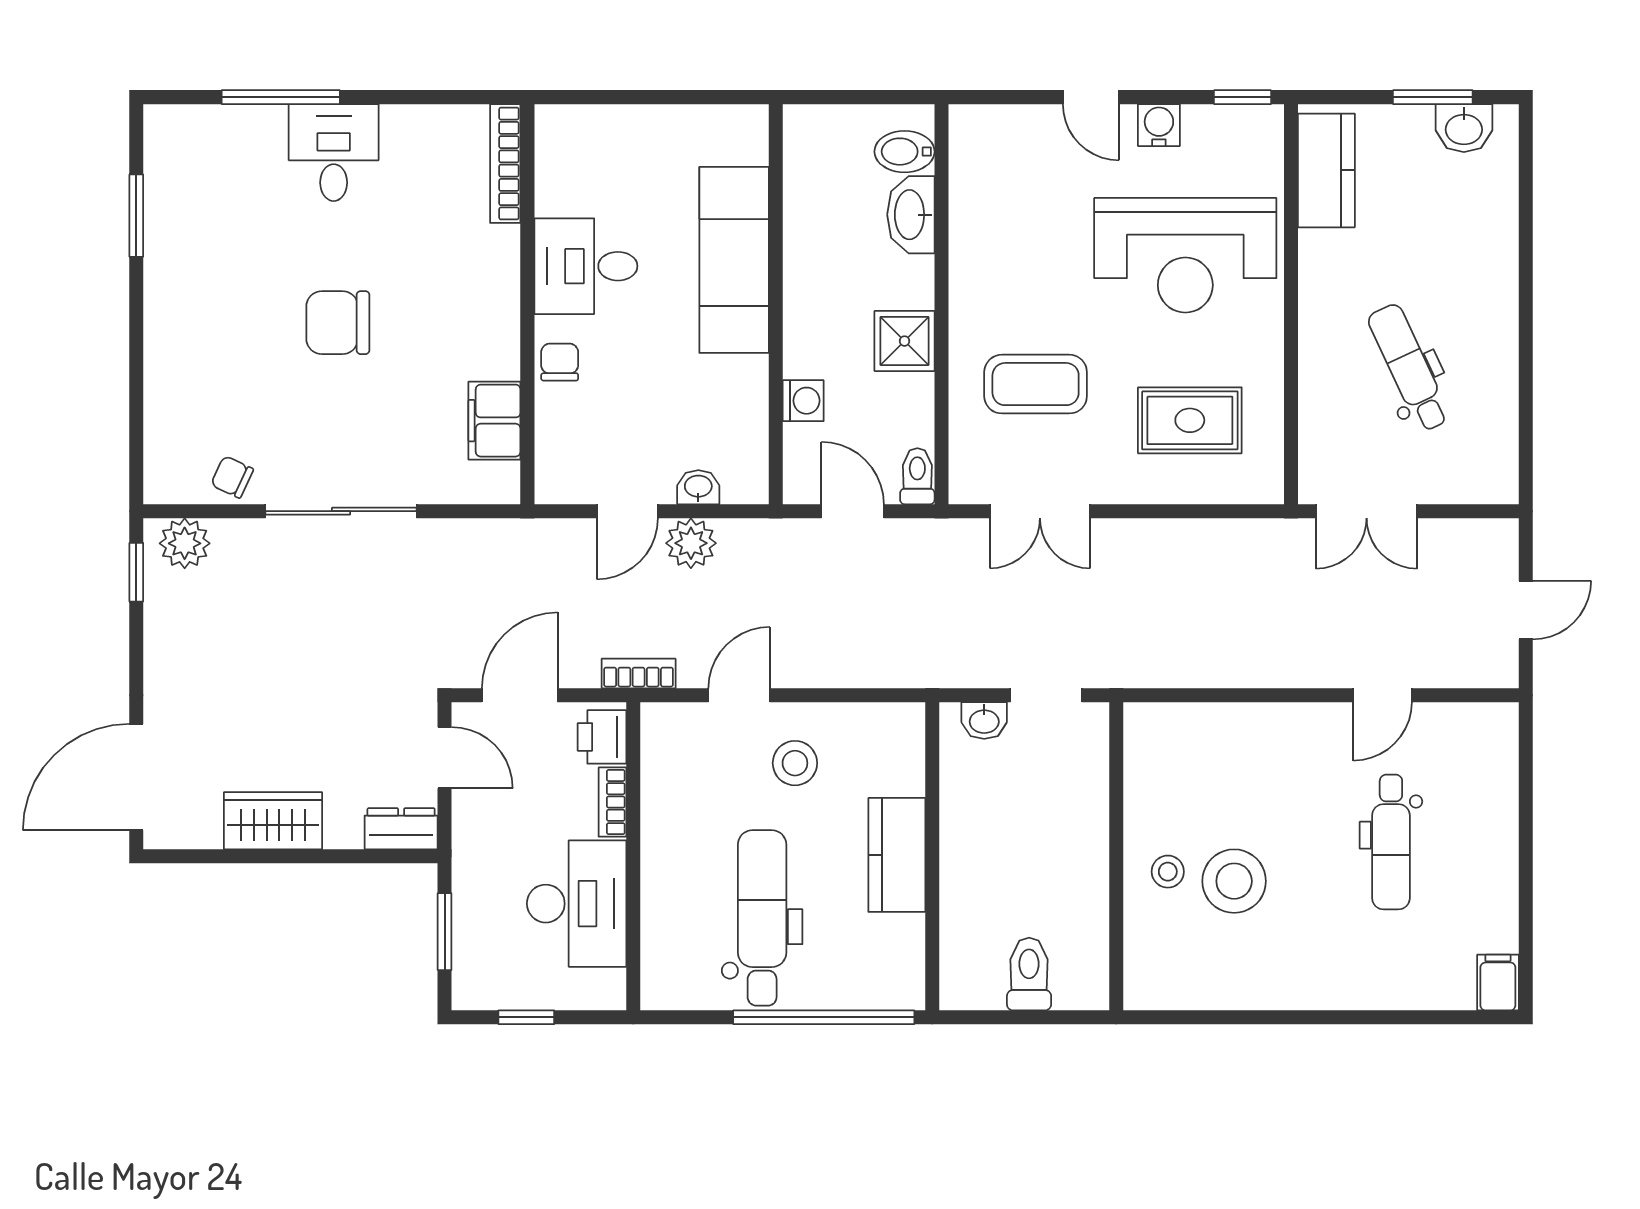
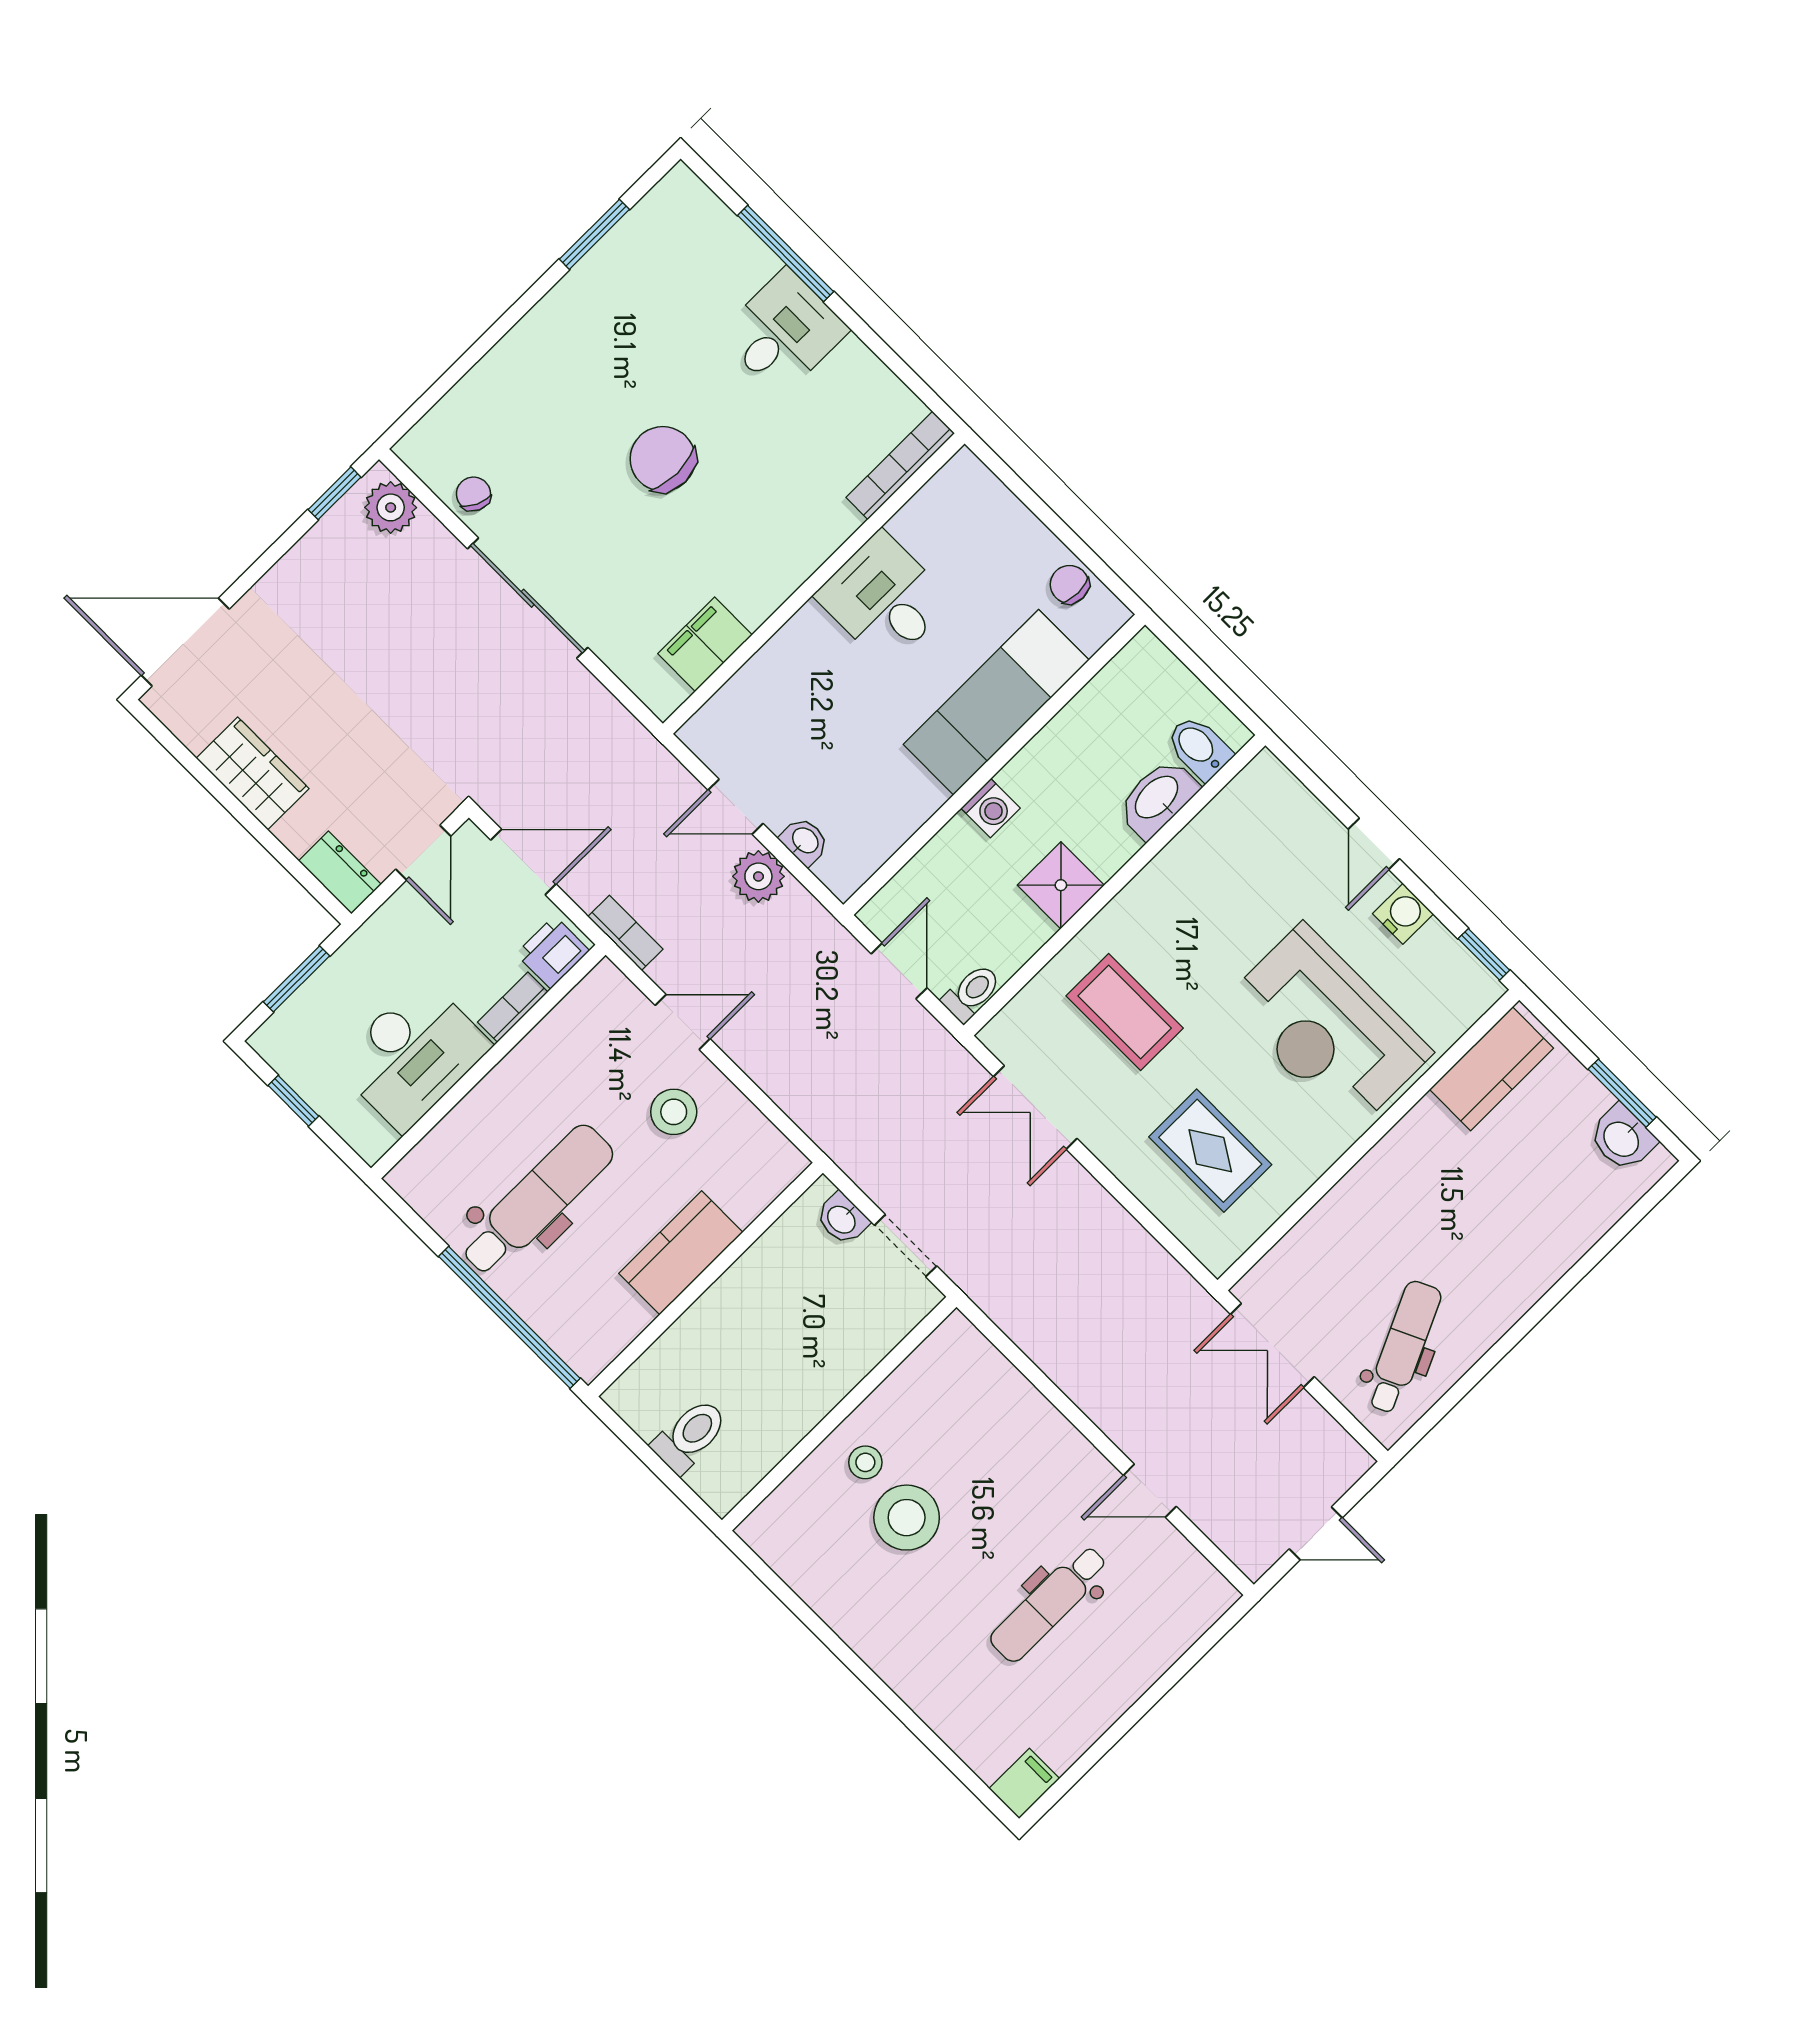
chair: (560, 362) -> (1070, 584), moved, turned -90
dental chair: (1409, 368) -> (1404, 1347), moved
washing machine: (803, 401) -> (991, 808), moved

